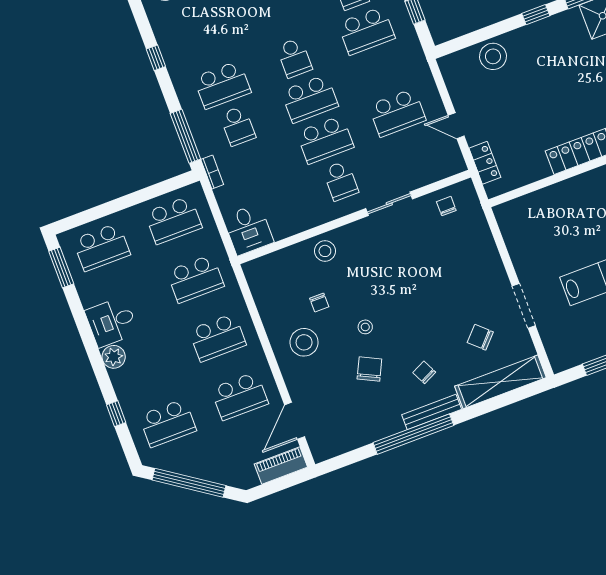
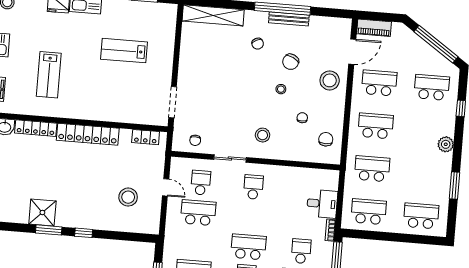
stool: (493, 56) -> (128, 197), moved
school desk: (325, 140) -> (201, 183), moved, width x0.54
locker: (485, 163) -> (146, 137), moved, turned -90
desk: (248, 229) -> (322, 204), moved, turned 90
stool: (325, 251) -> (263, 135), moved
window: (61, 268) -> (454, 185), moved
doorway: (524, 306) -> (173, 102), moved
desk: (112, 322) -> (437, 167), removed
chair: (480, 337) -> (326, 139), moved, turned -133
stool: (304, 342) -> (330, 80), moved
bench: (432, 412) -> (289, 19), moved

